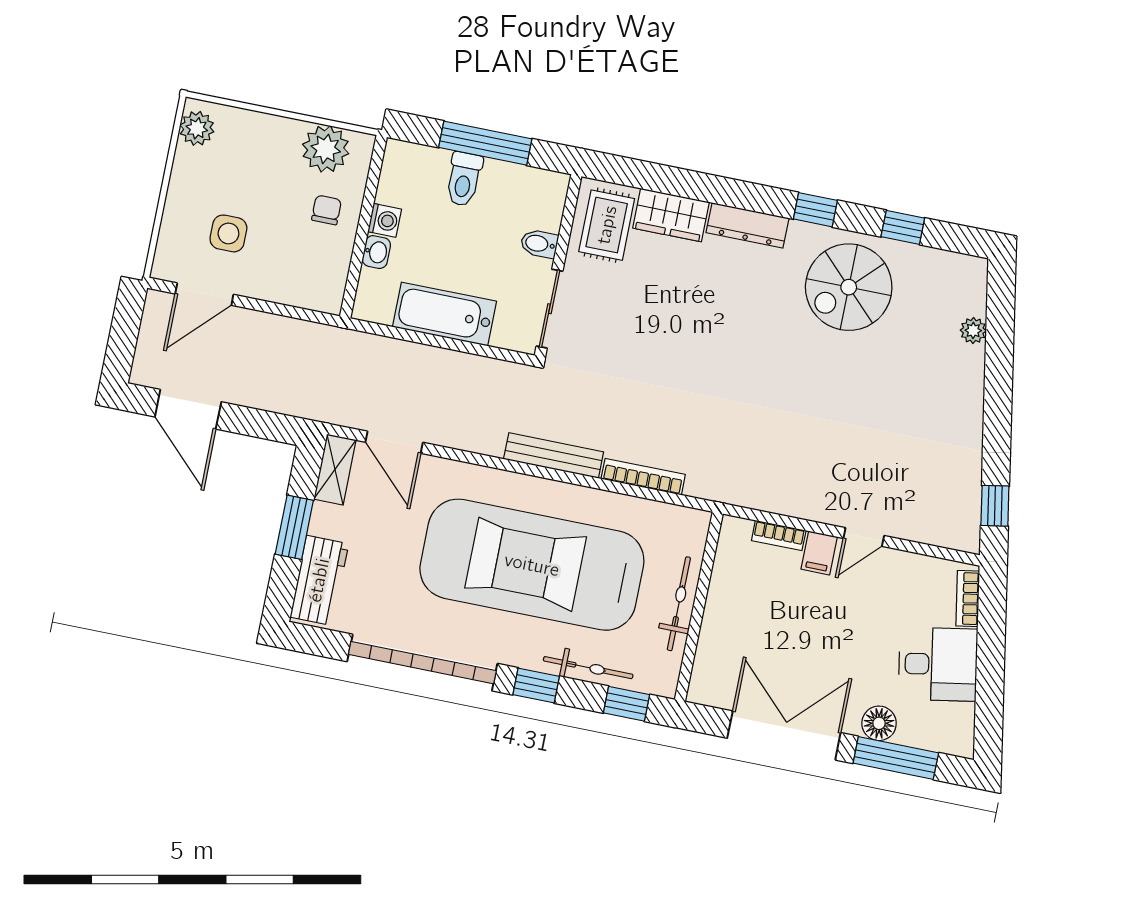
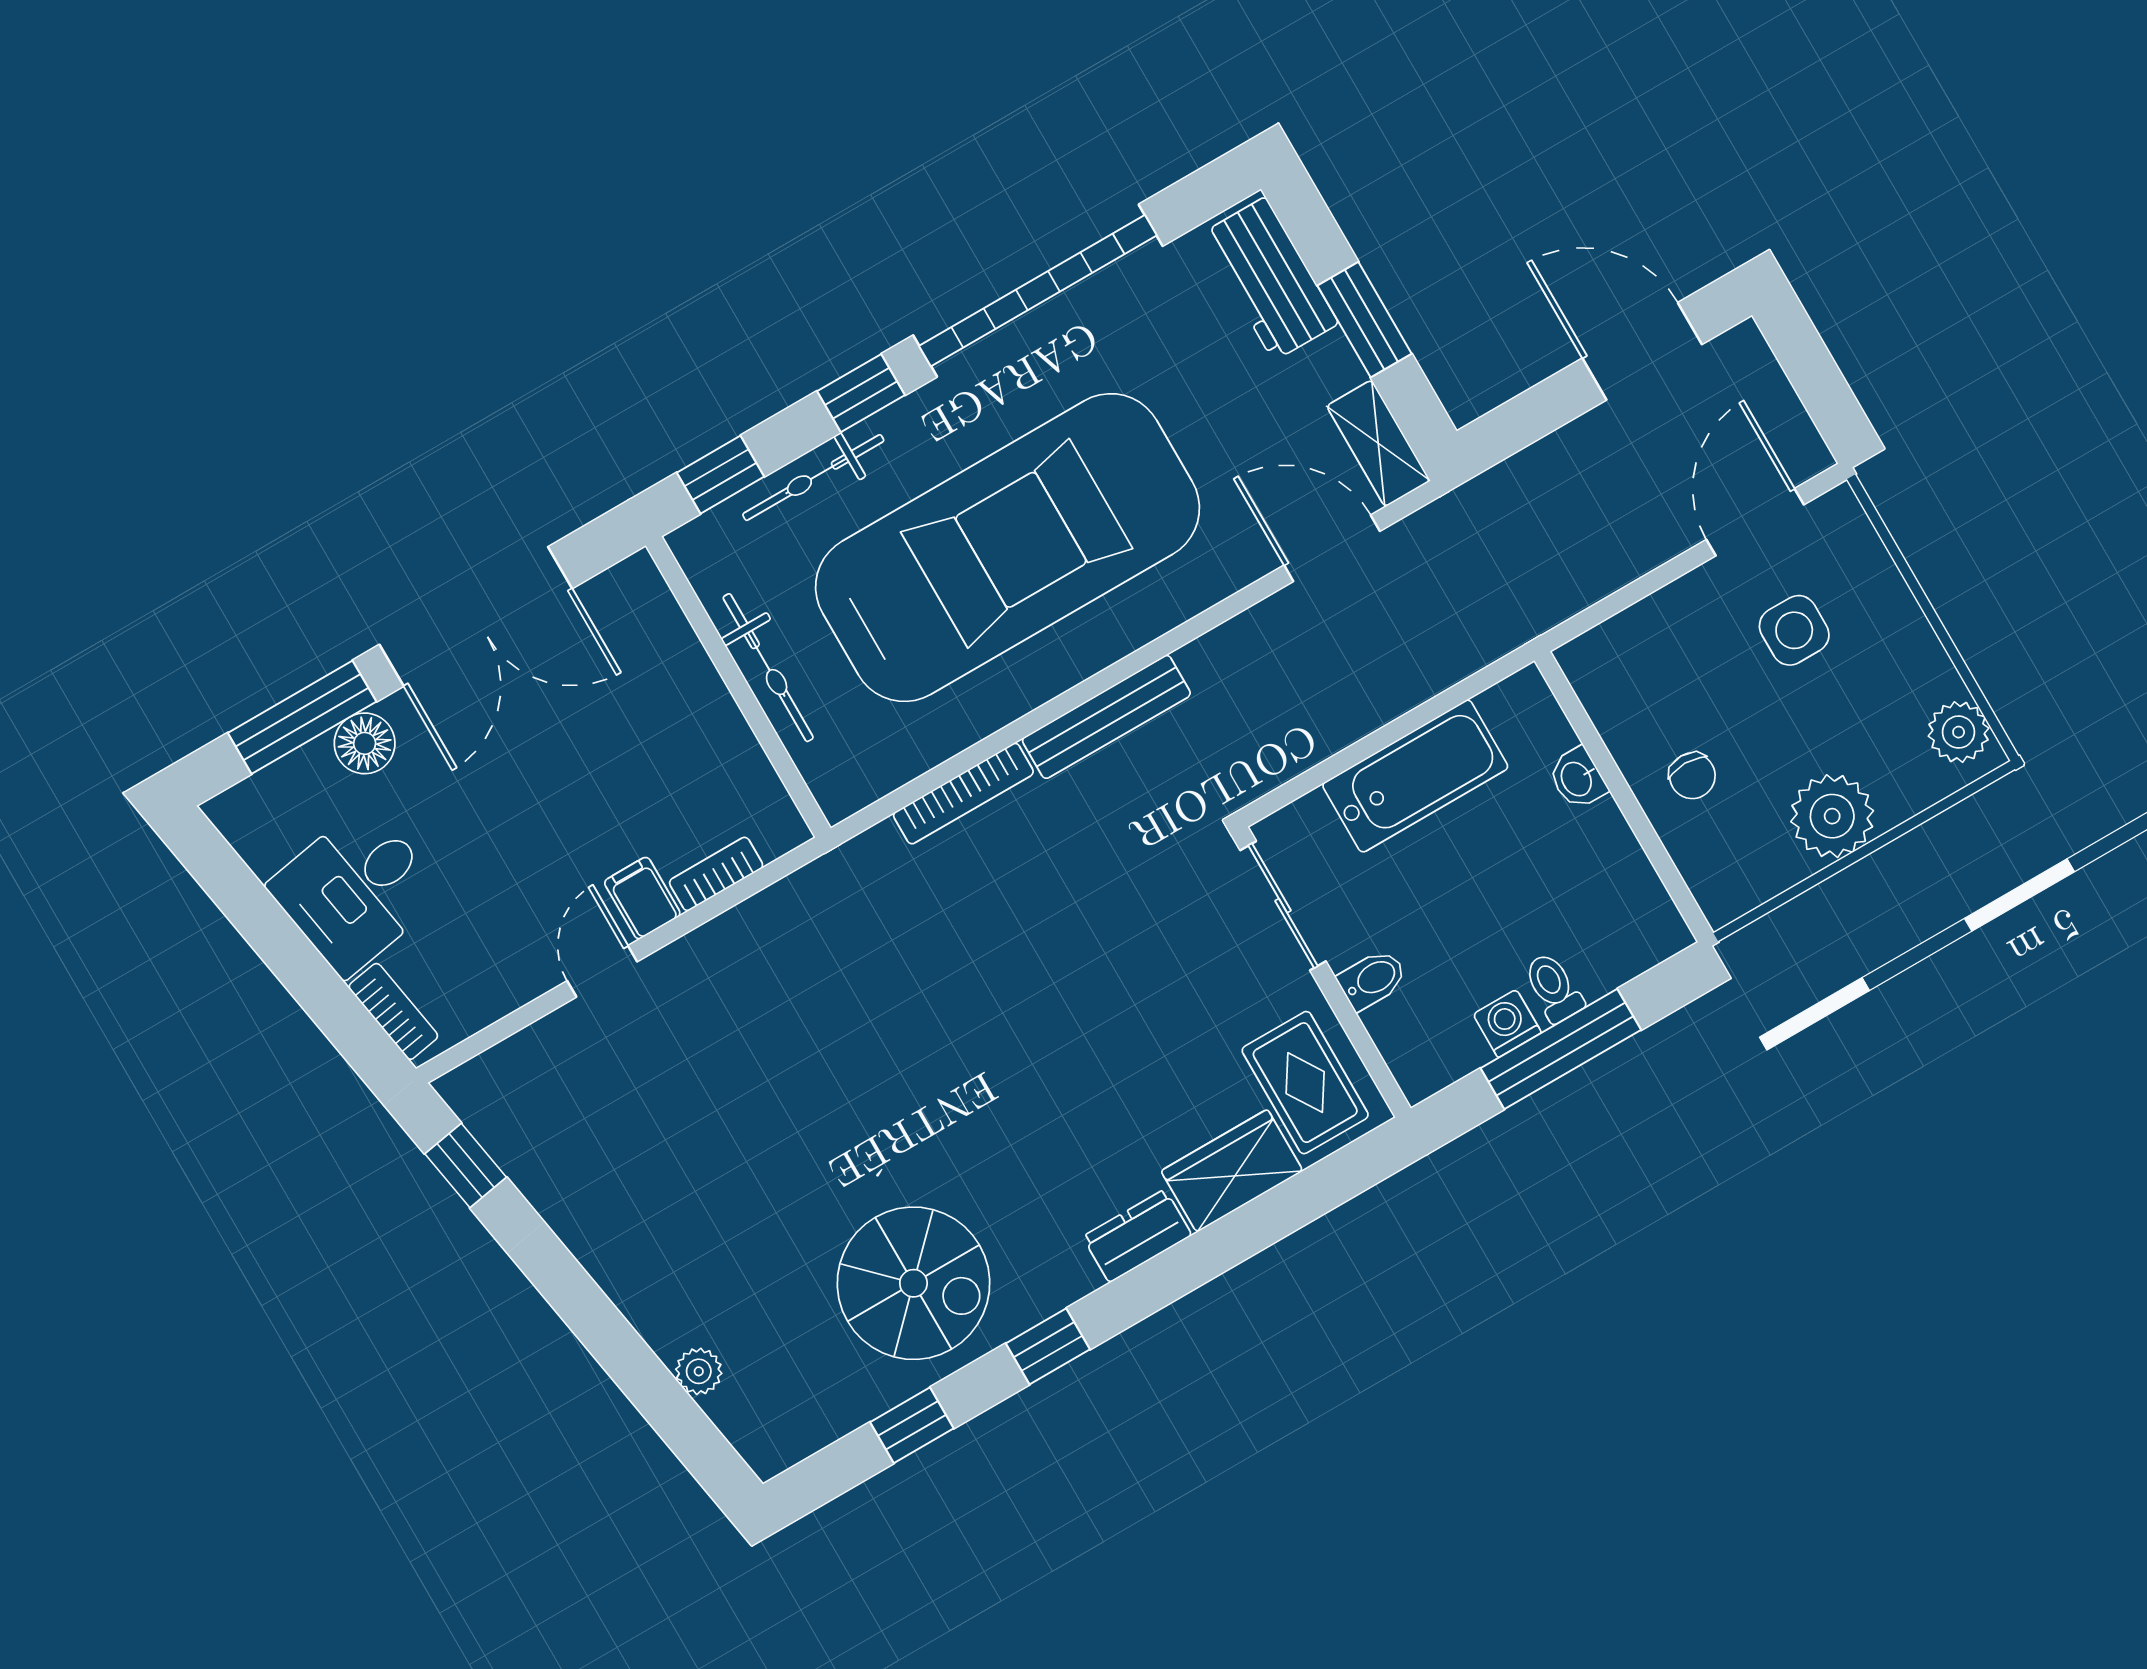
plant: (326, 149) -> (1832, 816), moved
toilet: (464, 179) -> (1553, 988), width x0.73, depth x0.72
washing machine: (385, 220) -> (1507, 1023), moved, turned 90
dresser: (747, 225) -> (1137, 1236), width x0.70
spiral stairs: (849, 287) -> (913, 1283), turned 90

